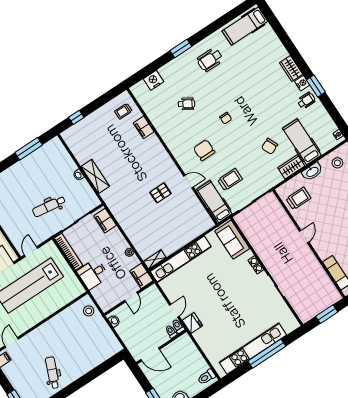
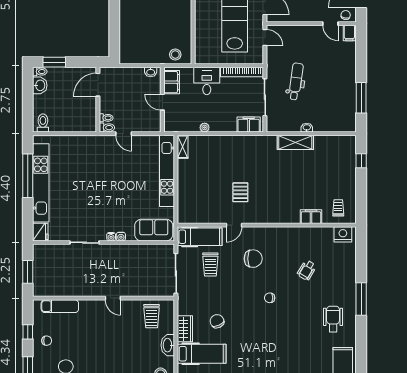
window: (181, 48) -> (361, 299), width x1.44
nightstand: (154, 80) -> (343, 234), moved, turned -90
filing cabinet: (141, 276) -> (172, 82), moved, turned 90
fridge: (192, 323) -> (40, 232), moved, turned -90
window: (267, 354) -> (28, 176), moved

